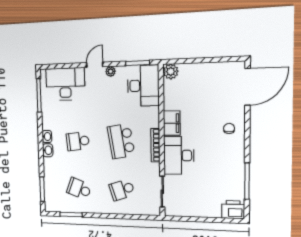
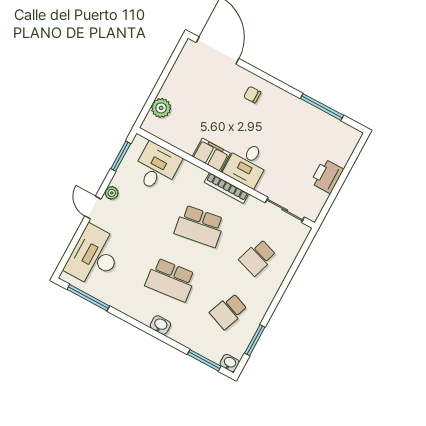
plant: (171, 72) -> (161, 108), moved
desk: (143, 86) -> (156, 167), width x0.73
washbasin: (47, 137) -> (230, 363), moved
school desk: (78, 141) -> (171, 280), width x1.85
desk: (179, 155) -> (247, 164), width x0.73
school desk: (122, 190) -> (258, 258), turned 36
printer: (233, 210) -> (327, 176), moved

